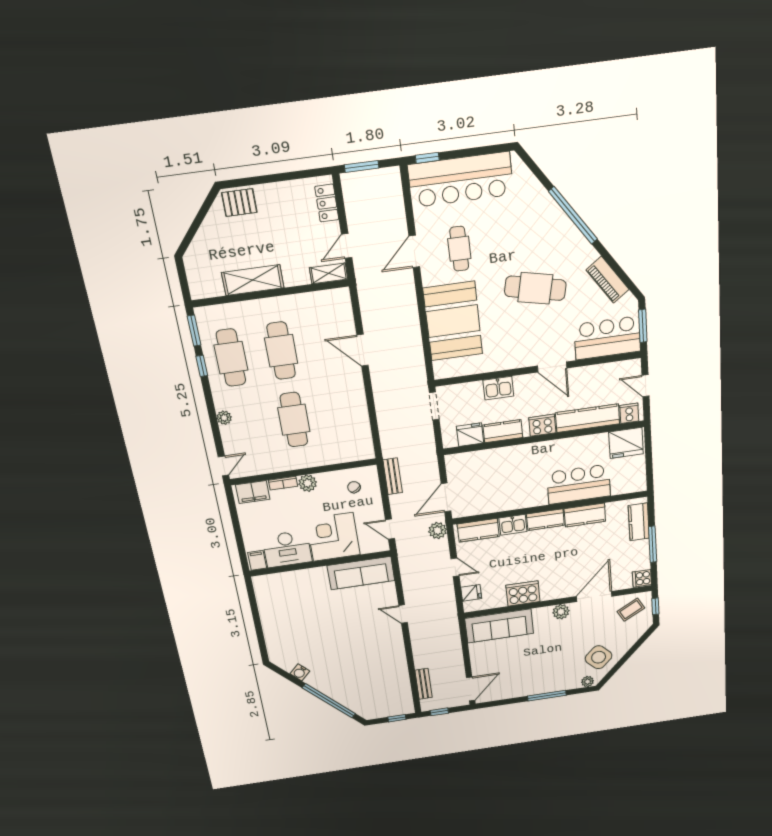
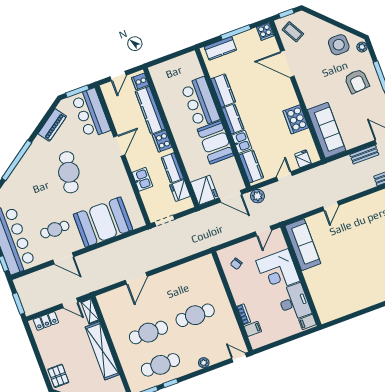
shelving: (253, 280) -> (102, 351), width x1.47
fridge: (626, 443) -> (204, 190), moved
bench: (393, 476) -> (364, 155), moved
plant: (308, 483) -> (240, 297), removed
filing cabinet: (253, 492) -> (253, 329), width x0.50
booth: (521, 493) -> (216, 142), added
plant: (561, 612) -> (305, 86), removed
side table: (599, 657) -> (339, 45), turned 45
armchair: (549, 669) -> (357, 81), added

